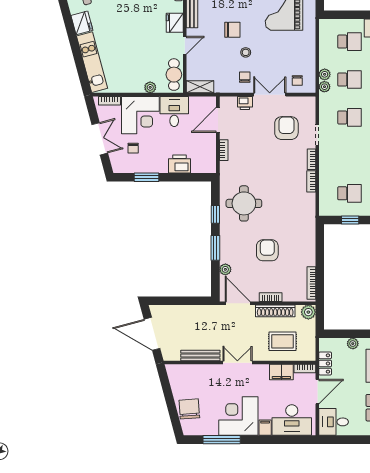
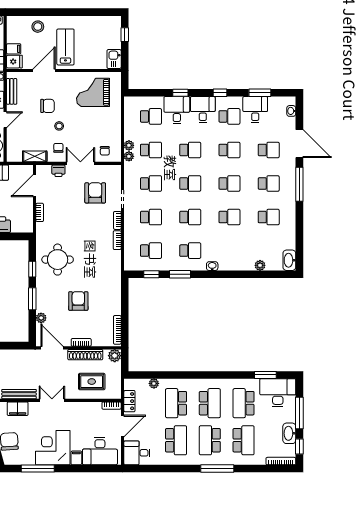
shelving: (200, 87) -> (35, 156), moved
school desk: (349, 155) -> (151, 217), added
filing cabinet: (281, 372) -> (18, 409), moved

